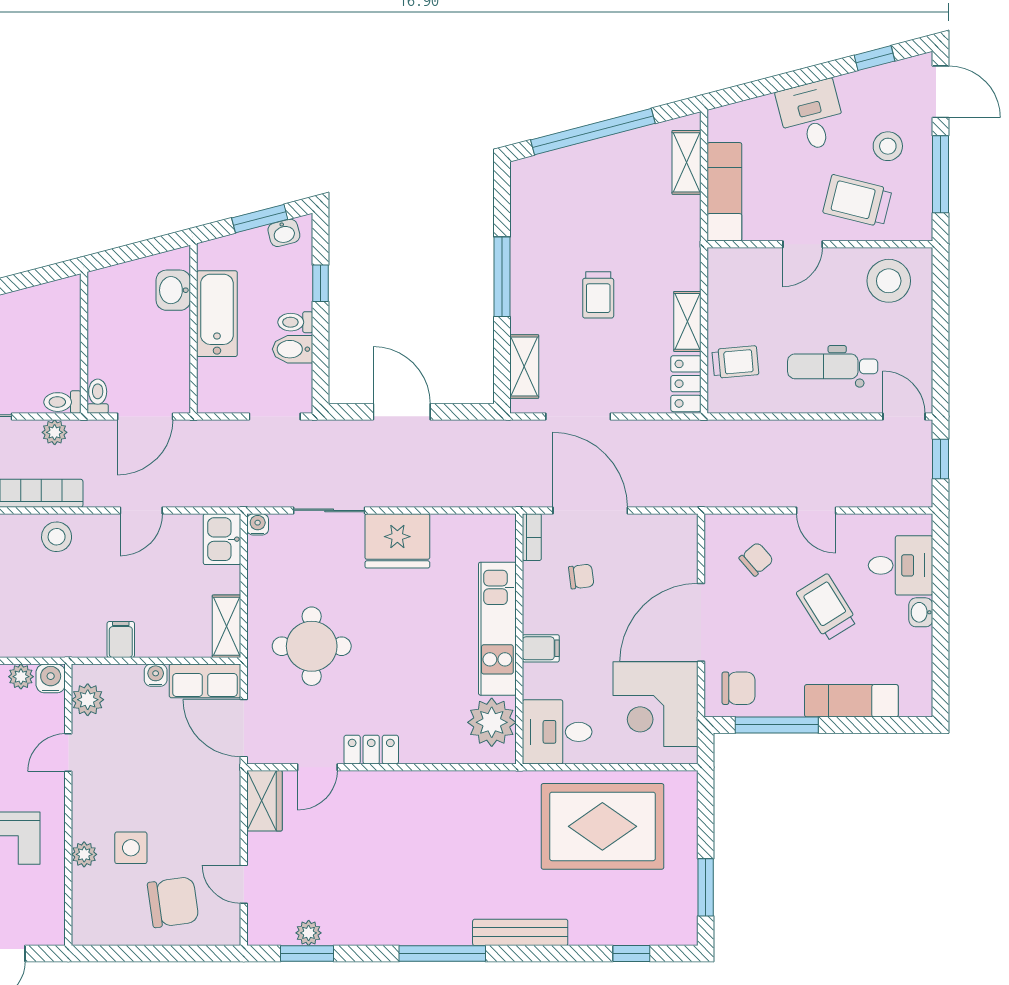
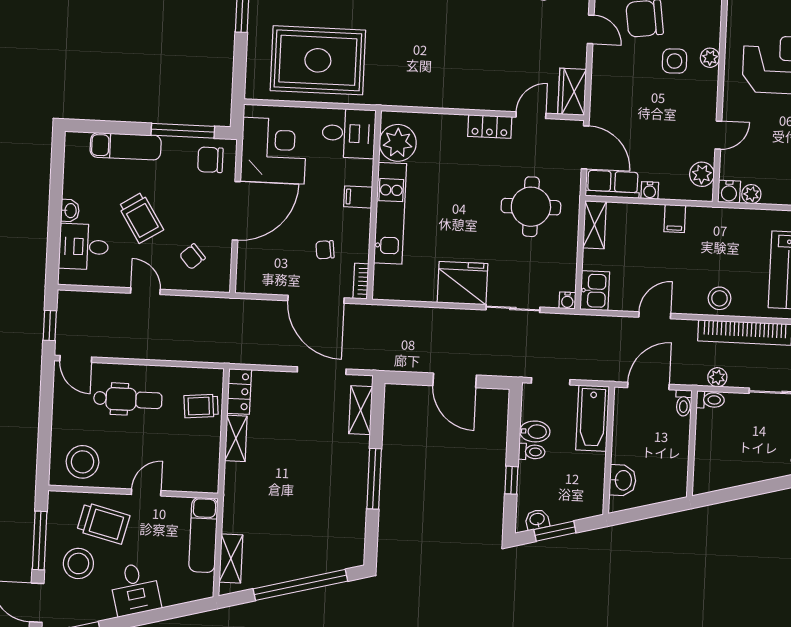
stool: (888, 146) -> (78, 563), width x1.38, depth x1.38
trolley: (598, 295) -> (302, 462), removed
bathtub: (217, 314) -> (593, 418), moved

